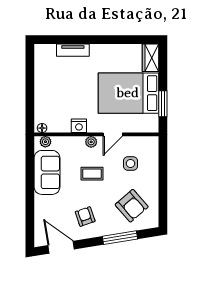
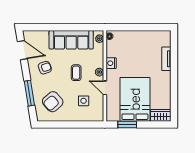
sofa: (47, 172) -> (71, 40), width x1.36
door: (61, 247) -> (22, 50), hinge flipped

